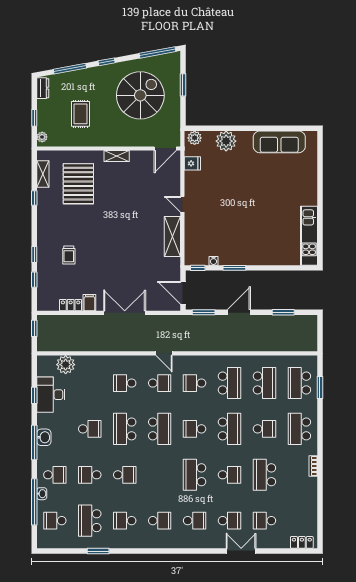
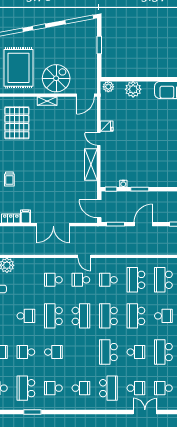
spiral stairs: (140, 95) -> (56, 78), moved, width x0.73, depth x0.73
rug: (80, 114) -> (19, 68), width x1.86, depth x2.06
fridge: (192, 163) -> (107, 126), moved
double door: (125, 313) -> (53, 225), swing flipped
school desk: (160, 383) -> (81, 280), turned 180
school desk: (230, 383) -> (136, 280), turned 180
school desk: (264, 383) -> (163, 280), turned 180
school desk: (195, 429) -> (108, 316), width x1.85
school desk: (230, 429) -> (136, 316), turned 180
school desk: (195, 521) -> (108, 388), width x1.85

